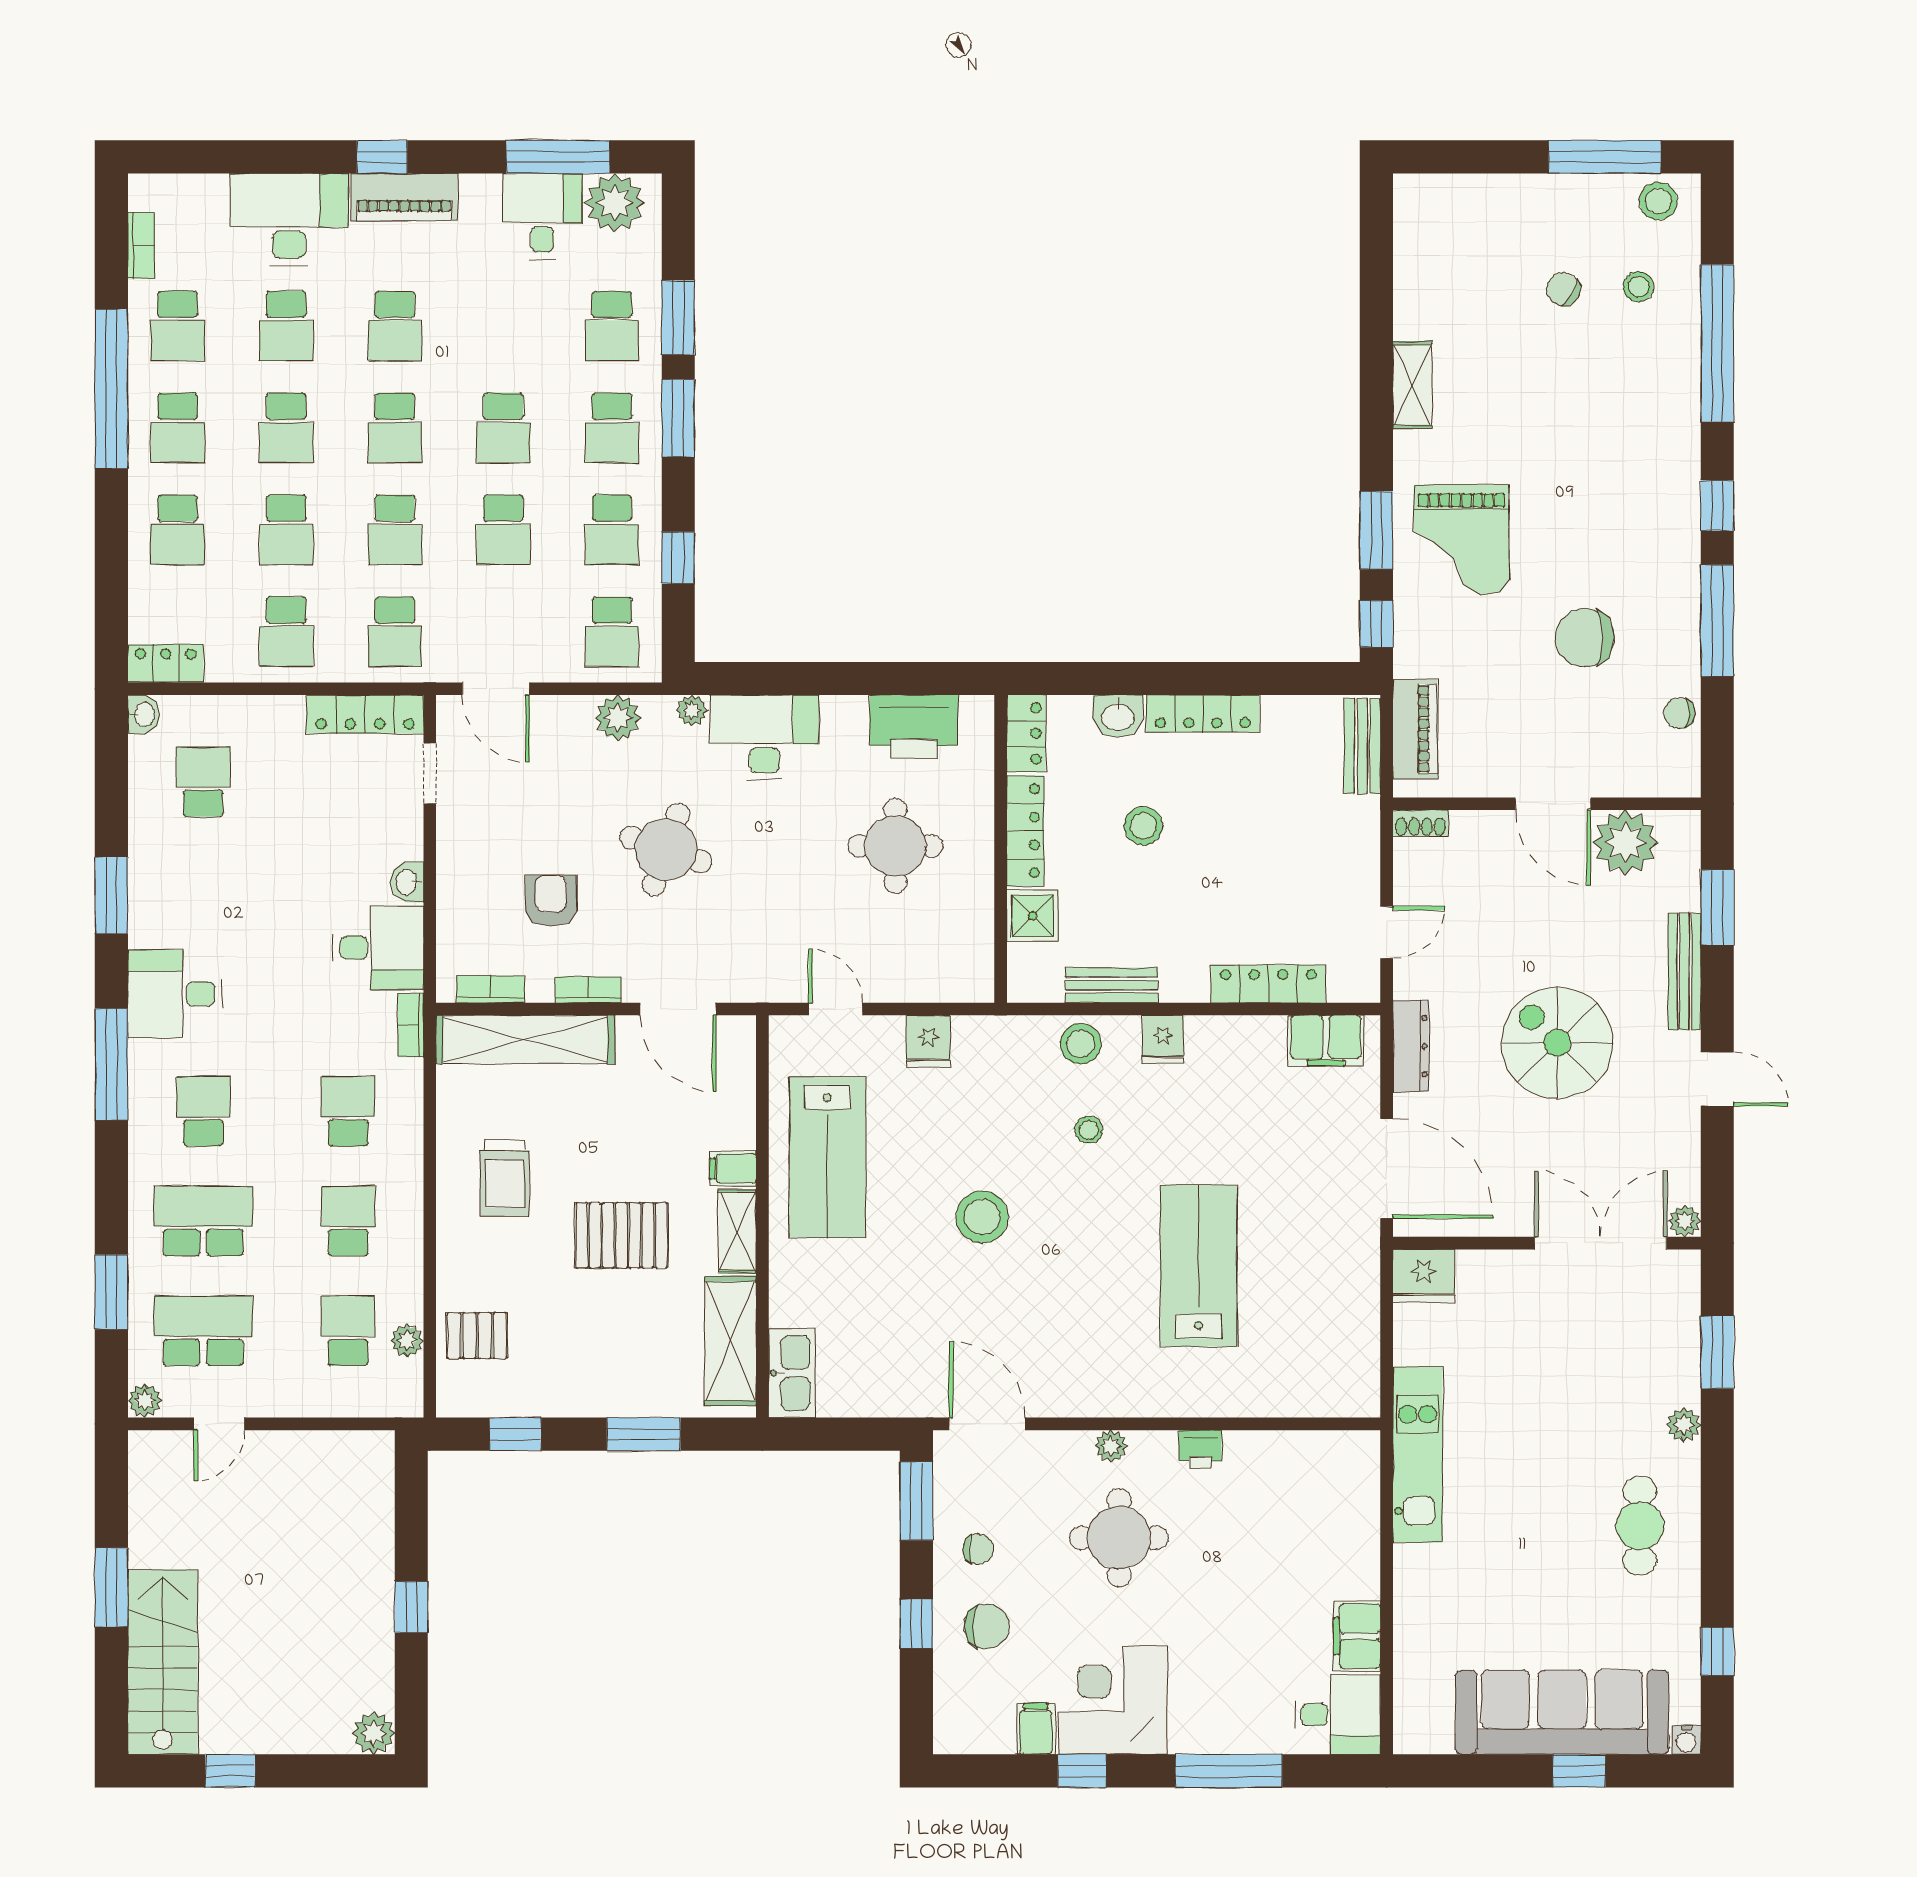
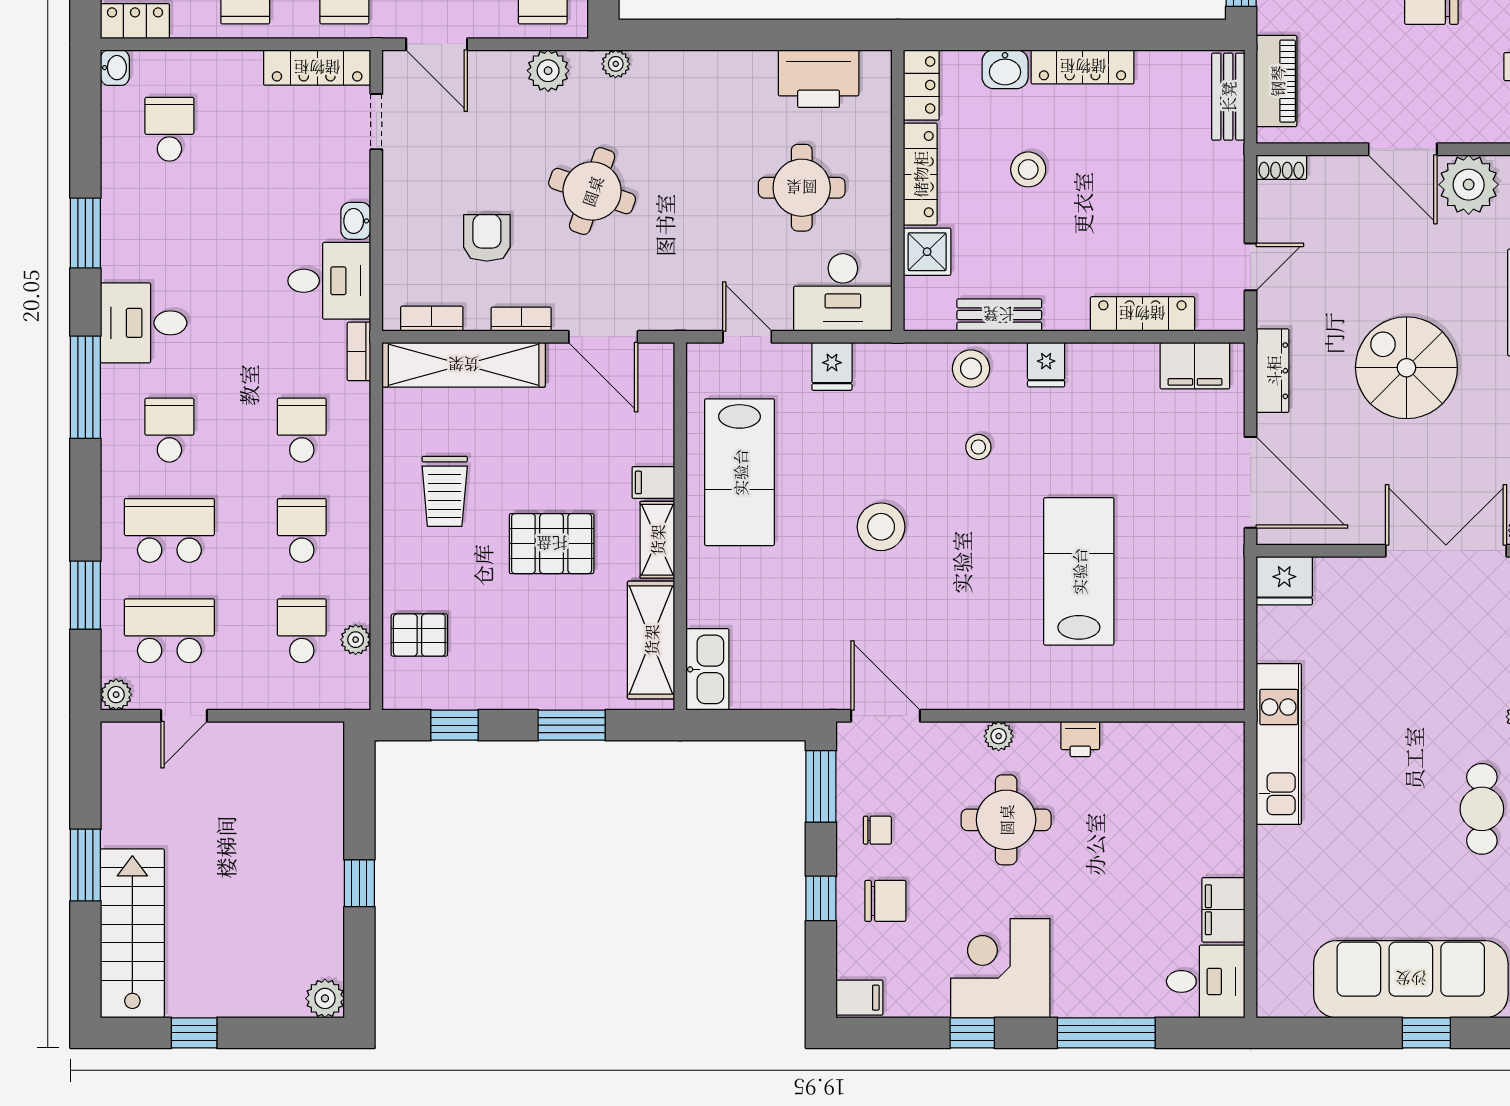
desk: (765, 737) -> (843, 292), moved, turned 180
filing cabinet: (1036, 1729) -> (859, 998), moved, turned 90

